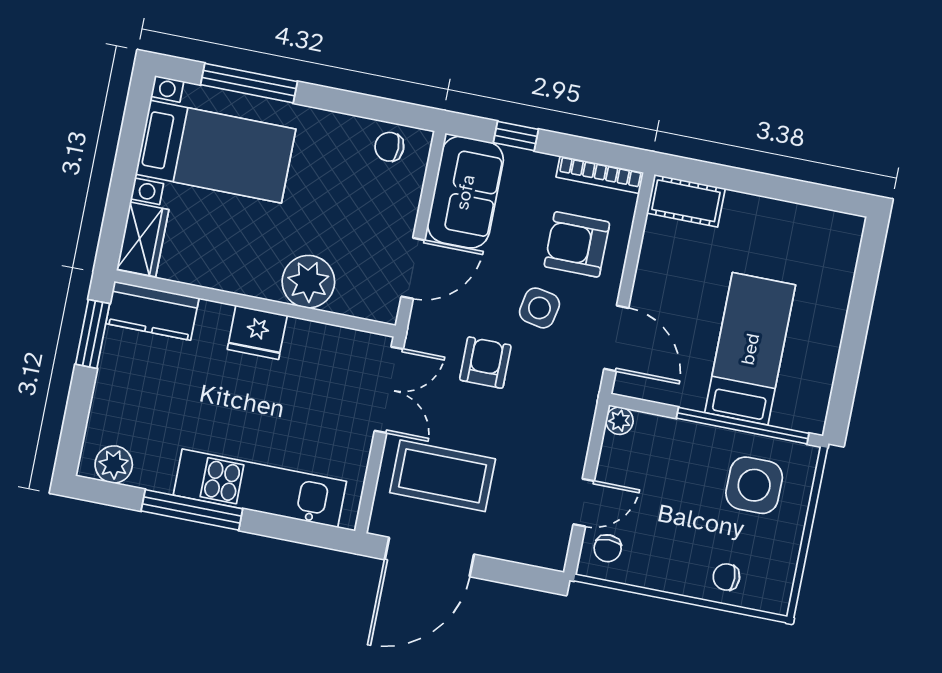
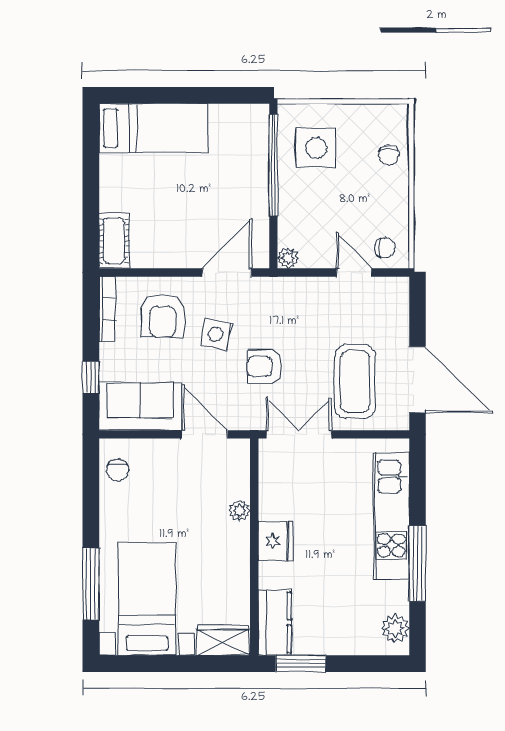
plant: (308, 282) -> (239, 510), width x0.53, depth x0.53
bed: (750, 349) -> (153, 128), moved, turned 180

